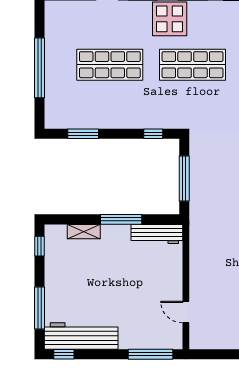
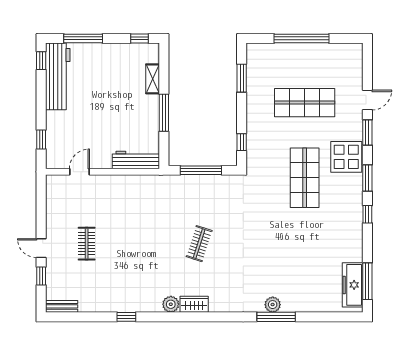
shop shelf: (110, 65) -> (305, 103), turned 90
workbench: (157, 234) -> (136, 160), moved, turned 90
window: (151, 354) -> (41, 140), width x0.46

